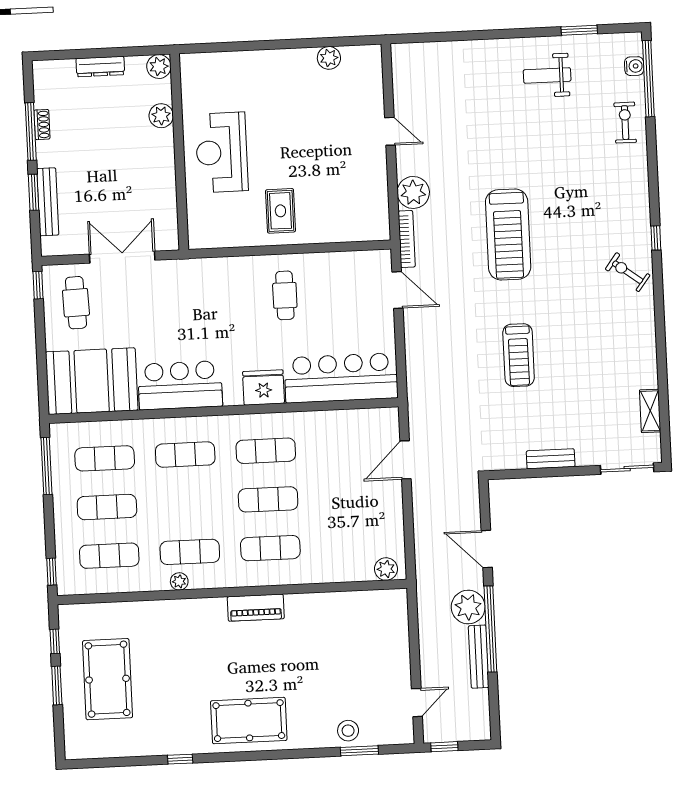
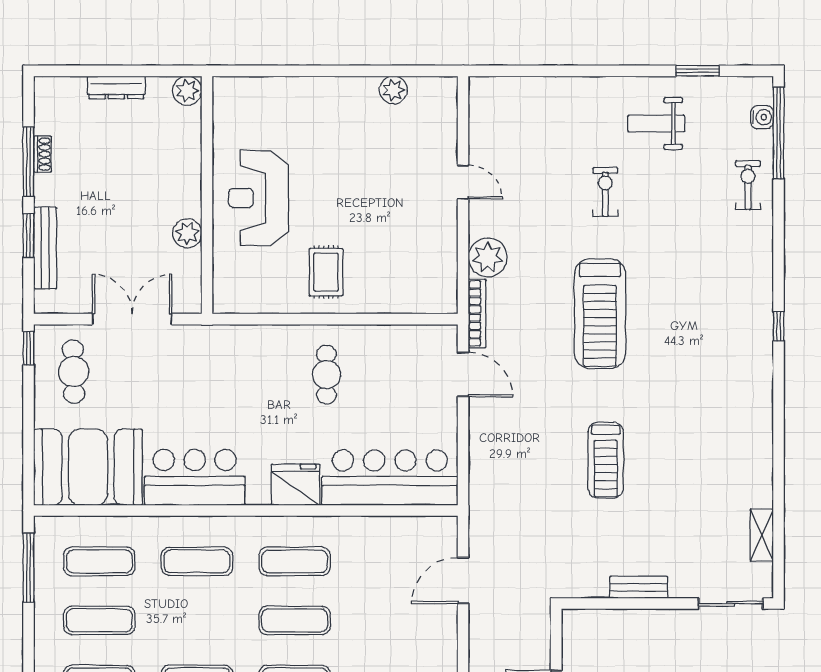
plant: (161, 116) -> (187, 233), moved
exercise bike: (628, 272) -> (605, 192), moved, turned 53

